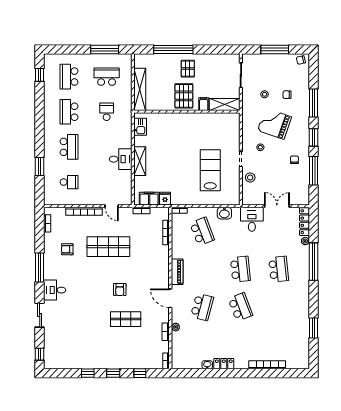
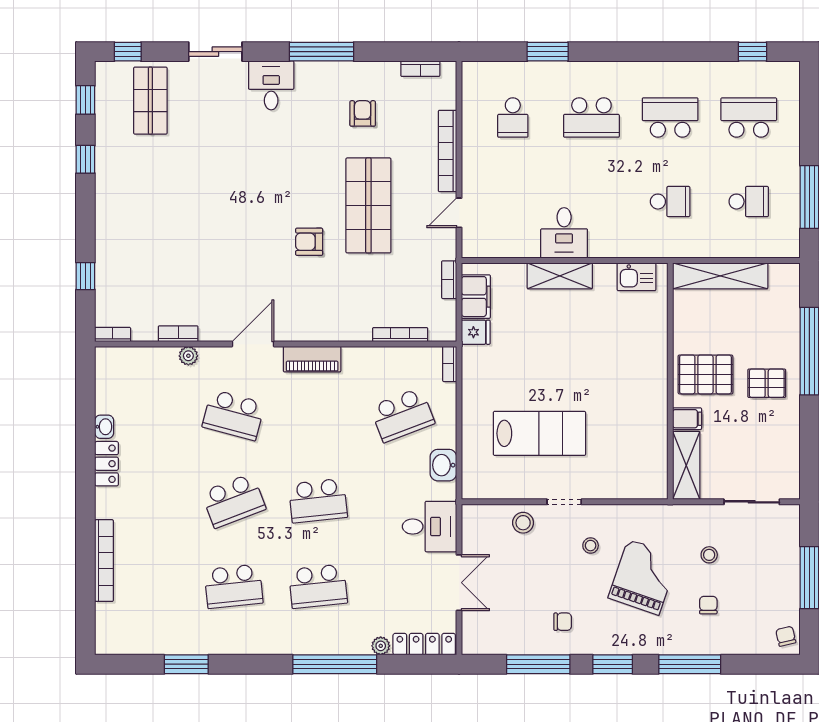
school desk: (107, 77) -> (749, 202), width x0.54
armchair: (120, 290) -> (309, 242), moved
school desk: (279, 307) -> (234, 586), added
shop shelf: (126, 319) -> (150, 101), moved
window: (113, 373) -> (85, 100), moved

